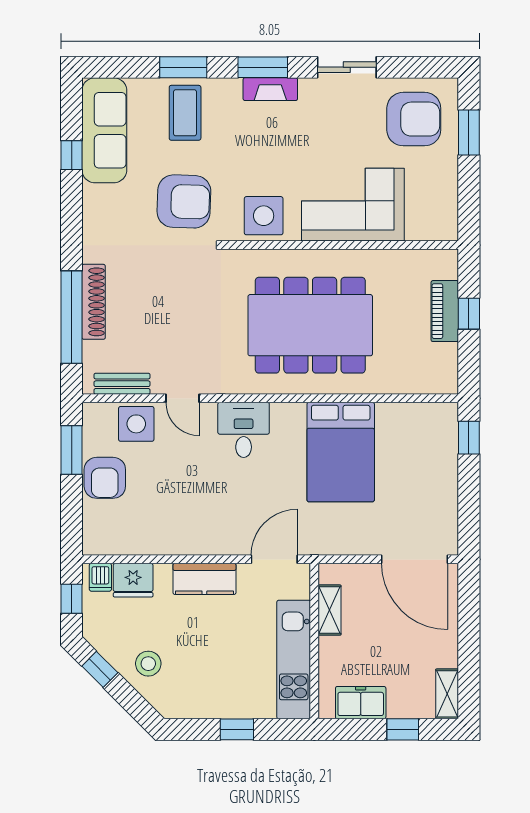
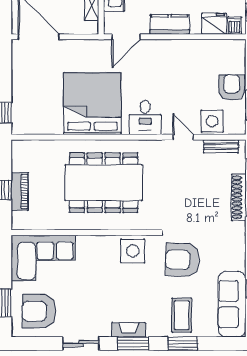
corner sofa: (353, 205) -> (43, 258), moved
bed: (341, 452) -> (92, 104), width x1.36

